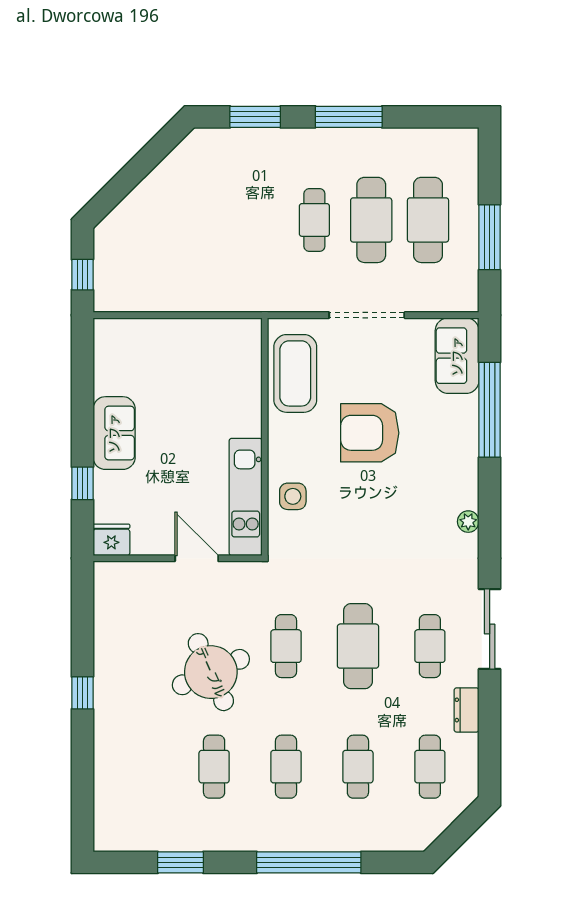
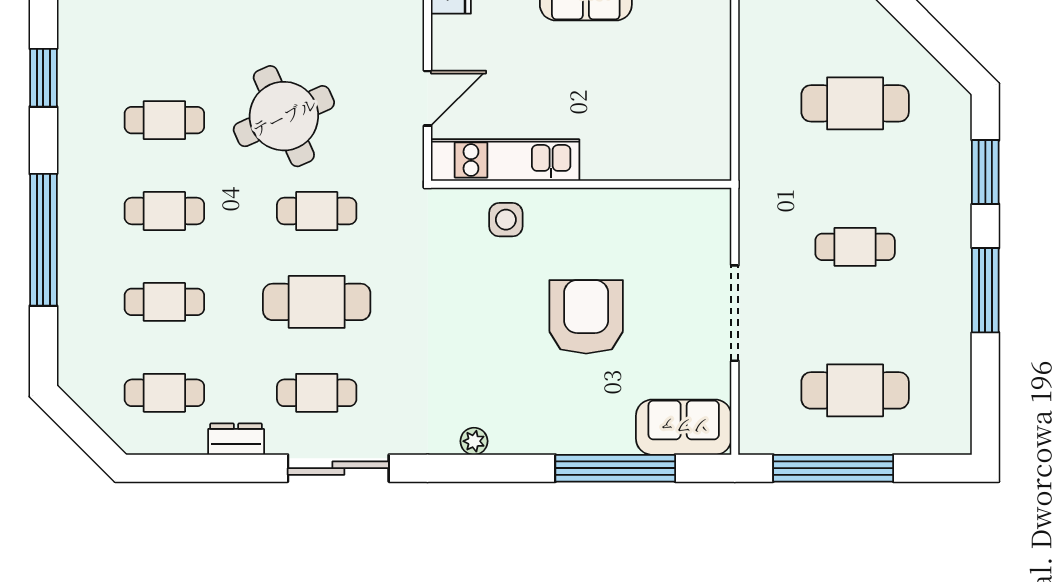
cafe table: (371, 220) -> (855, 103), moved
window: (490, 237) -> (833, 468), width x1.46
coffee table: (295, 373) -> (661, 223), removed

